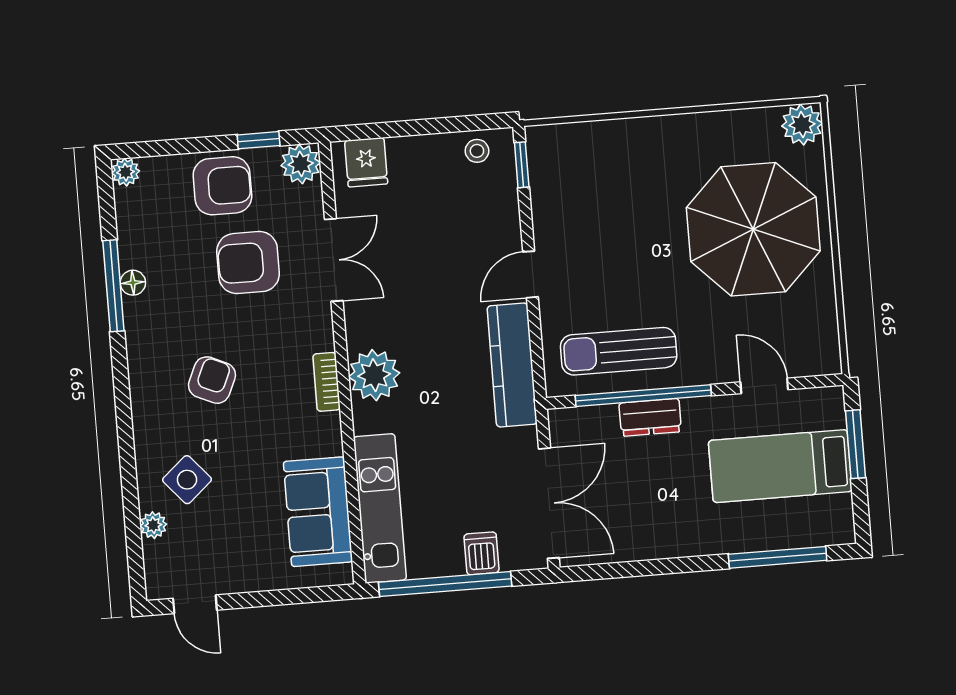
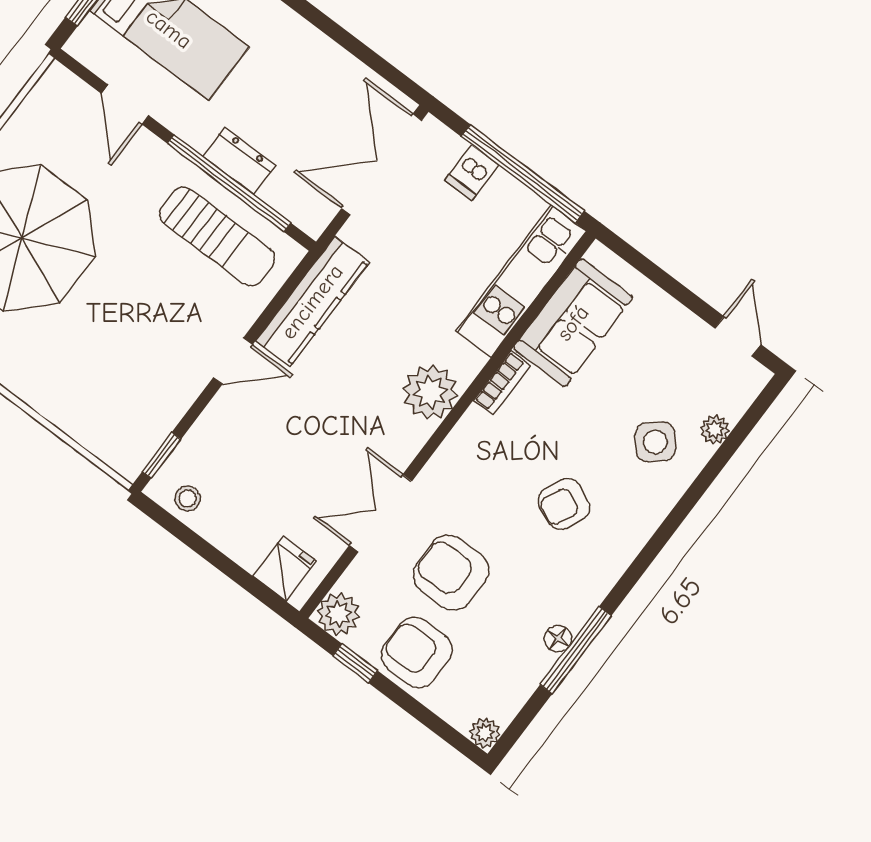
armchair: (248, 263) -> (451, 573), turned 180
bookcase: (327, 382) -> (502, 383), moved

